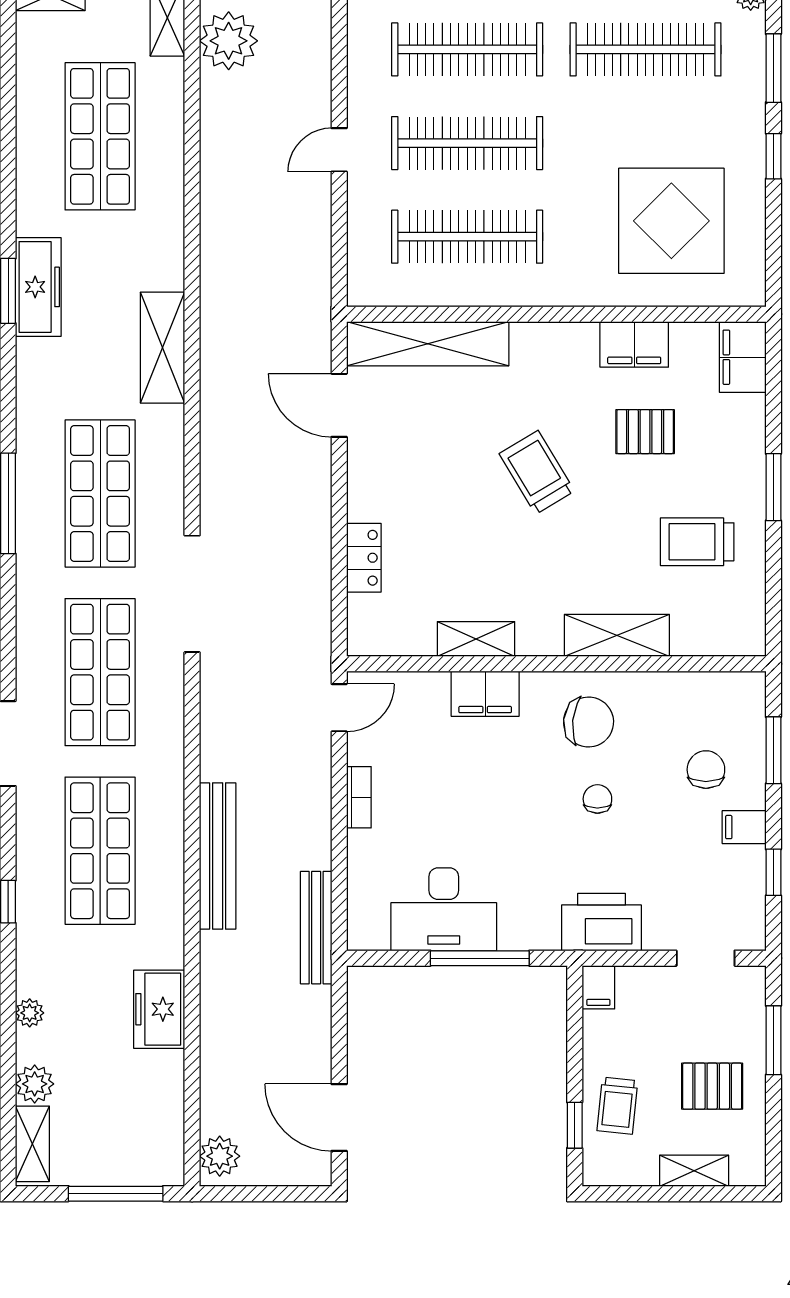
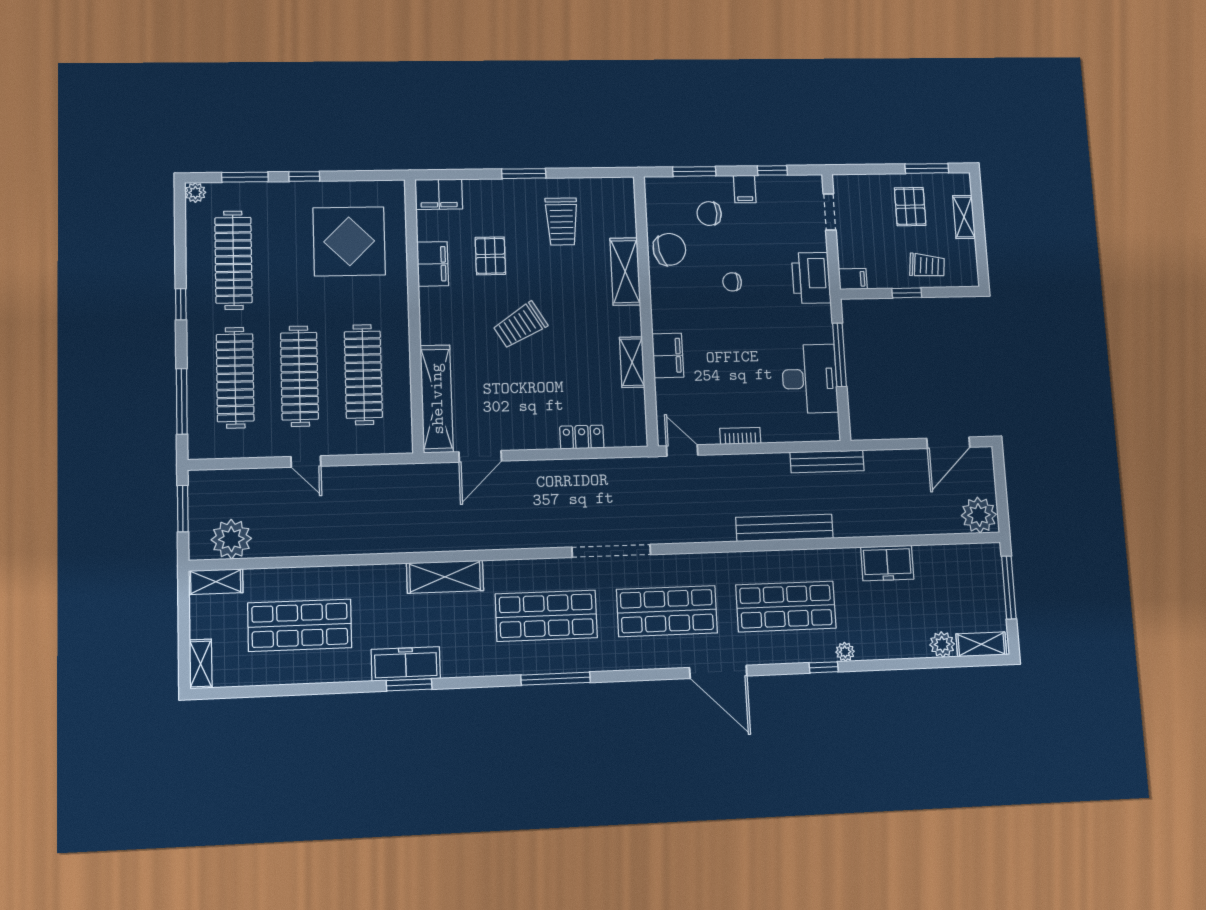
chair: (589, 722) -> (669, 249), moved, turned 70
plant: (30, 1013) -> (845, 652), moved
window: (773, 1040) -> (927, 168), moved
window: (575, 1125) -> (907, 293), moved
plant: (220, 1156) -> (979, 515), width x1.36, depth x1.36

